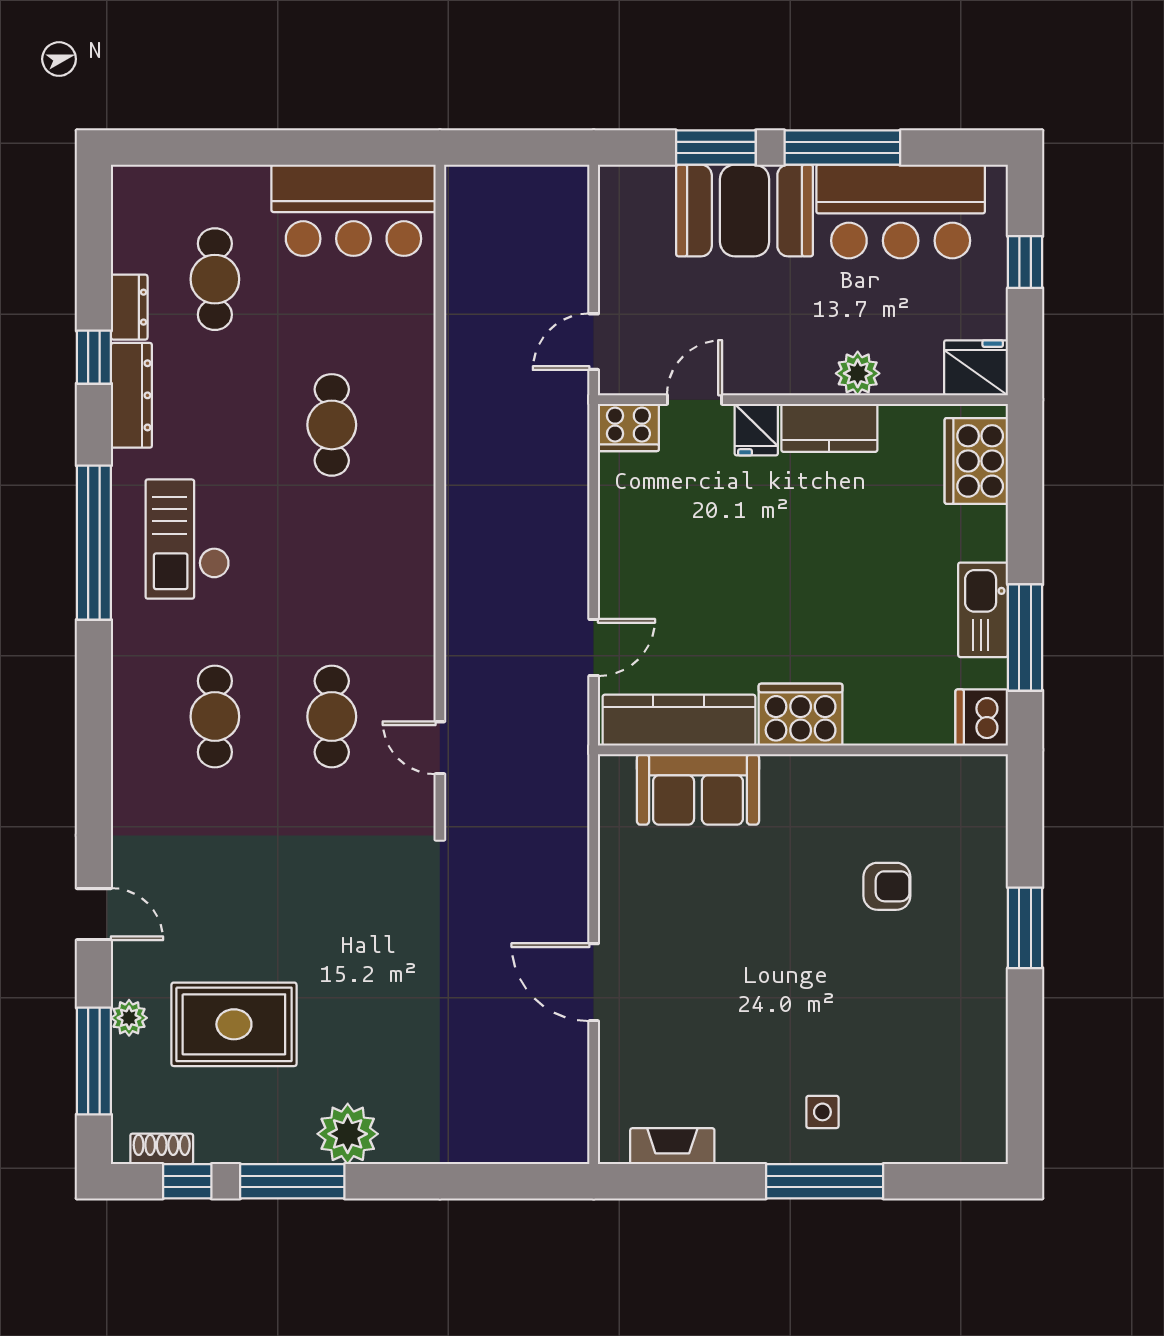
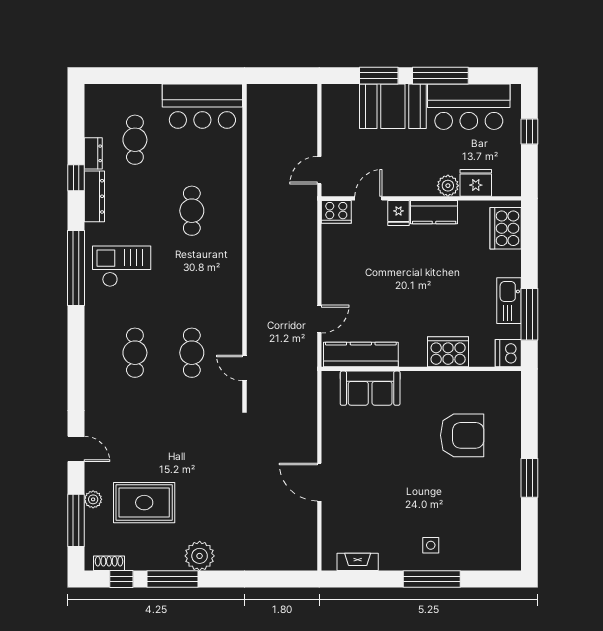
fridge: (976, 368) -> (476, 183), moved
checkout: (187, 539) -> (122, 266), turned 90
cooker: (801, 715) -> (448, 352), moved
armchair: (887, 886) -> (462, 435), width x1.88, depth x1.88
window: (1025, 928) -> (529, 478), moved

